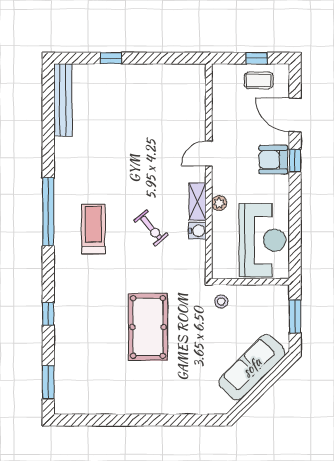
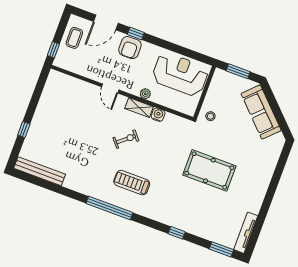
window: (257, 58) -> (53, 50), moved
exercise bike: (151, 228) -> (126, 139), moved
tv unit: (83, 407) -> (246, 233), added

